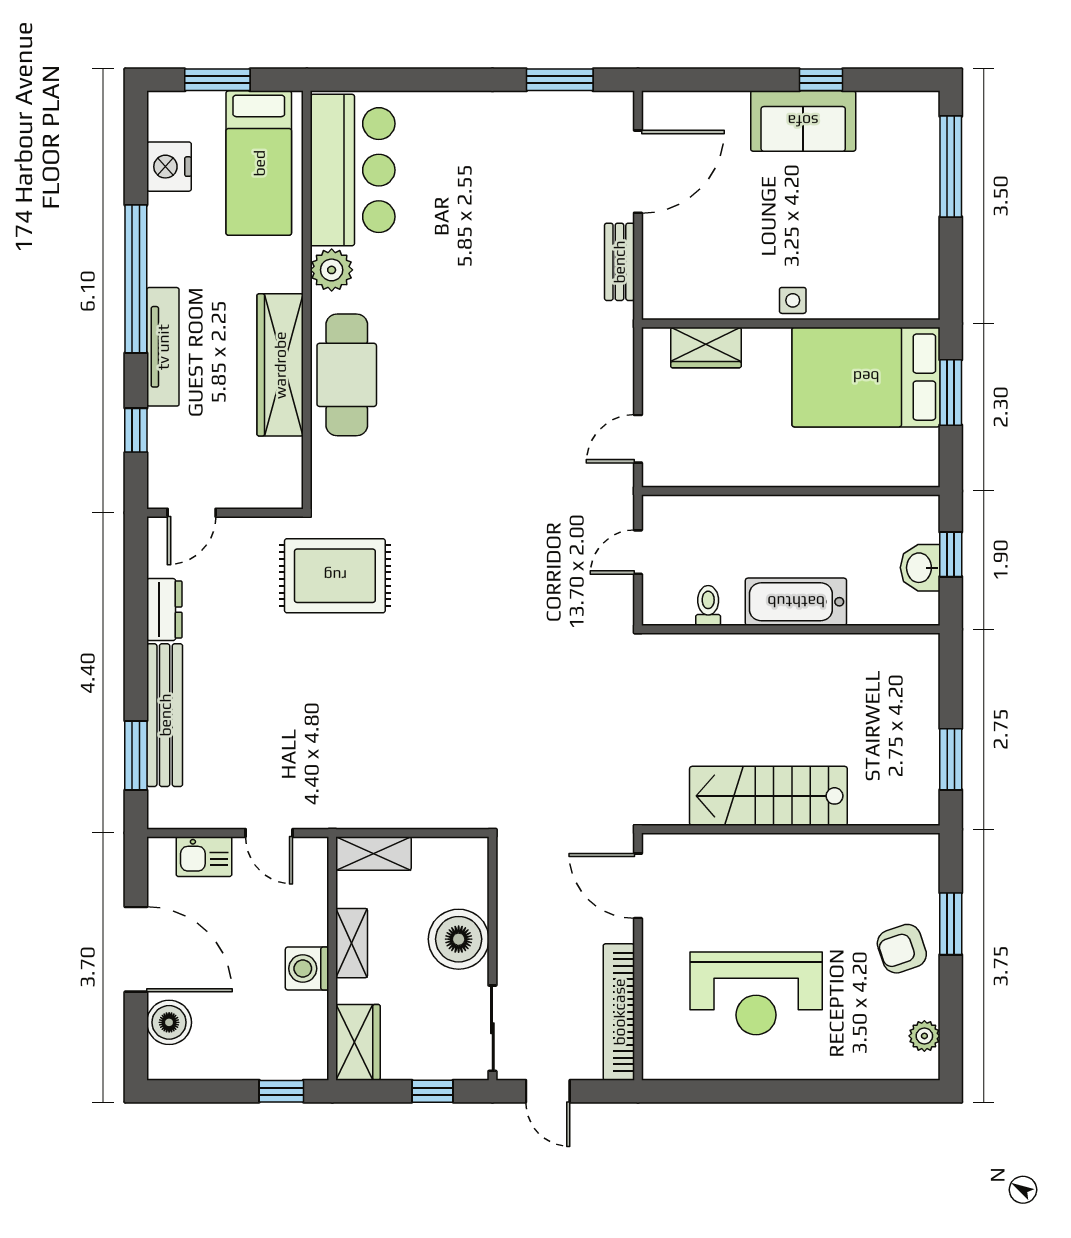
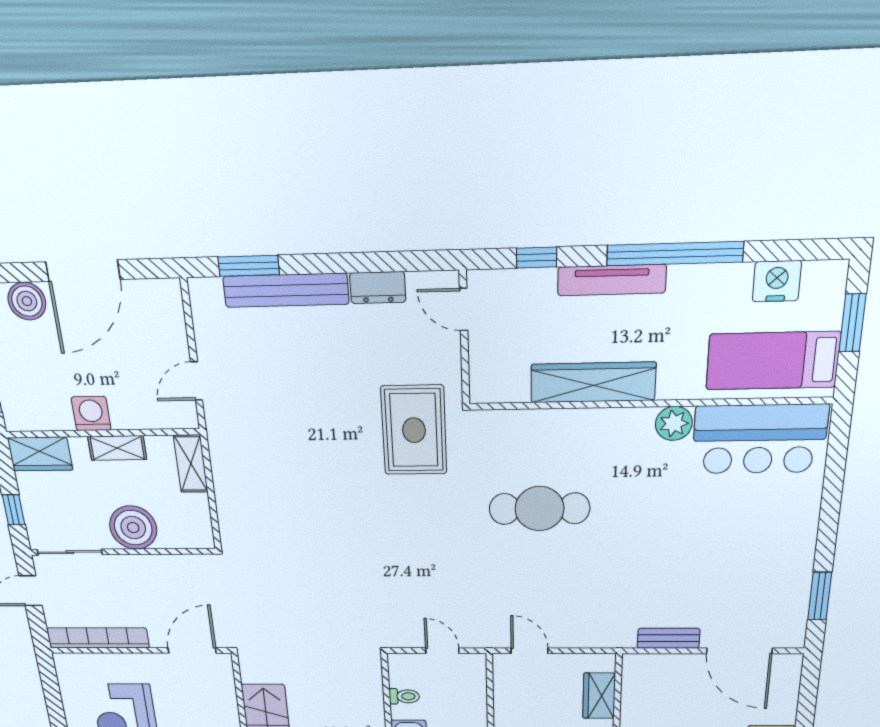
cafe table: (347, 375) -> (539, 509), moved
kitchen sink: (204, 857) -> (170, 327), removed

